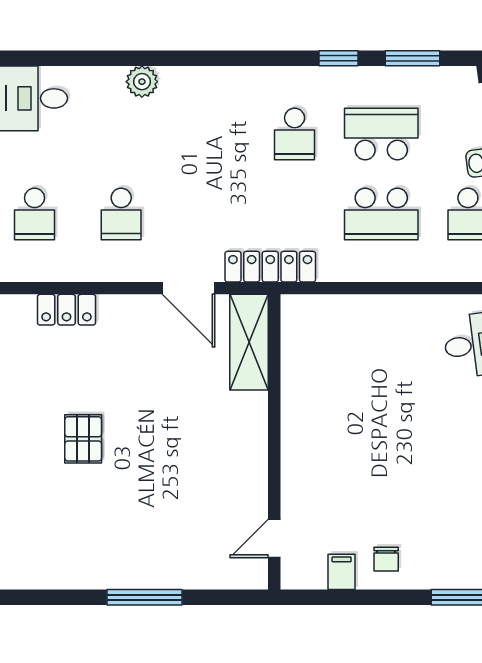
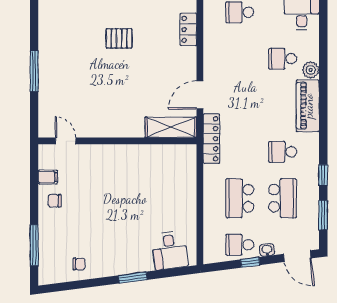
piano: (209, 87) -> (308, 106), added
school desk: (121, 214) -> (283, 59), moved

